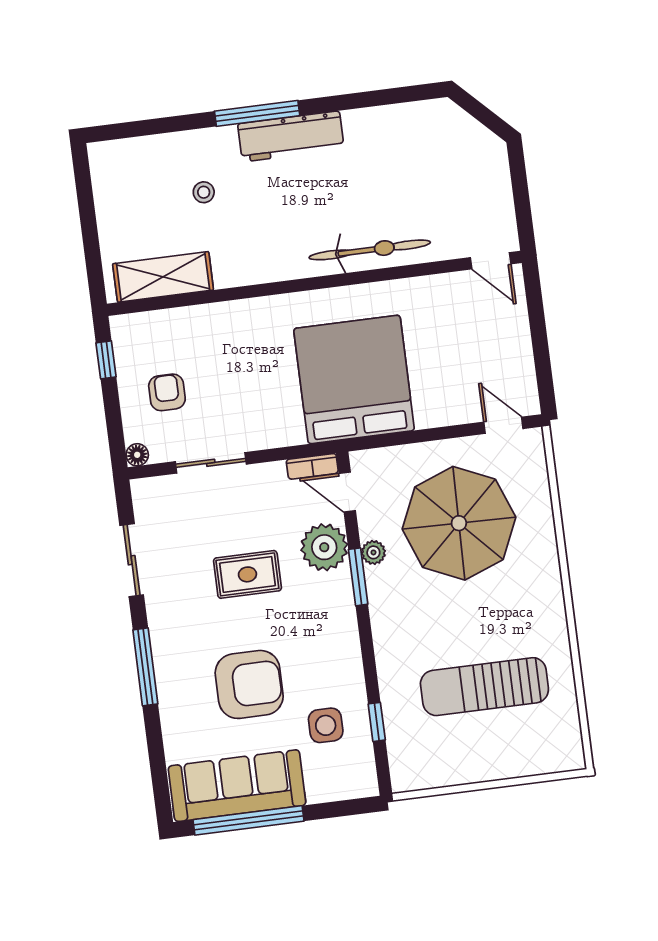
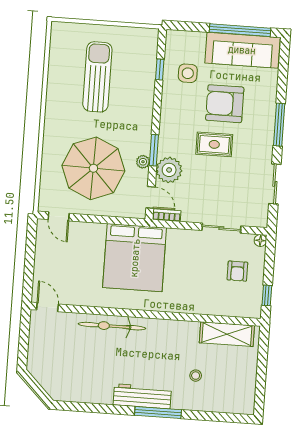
rug: (247, 574) -> (214, 144), moved
sun lounger: (484, 687) -> (97, 77), turned -90

